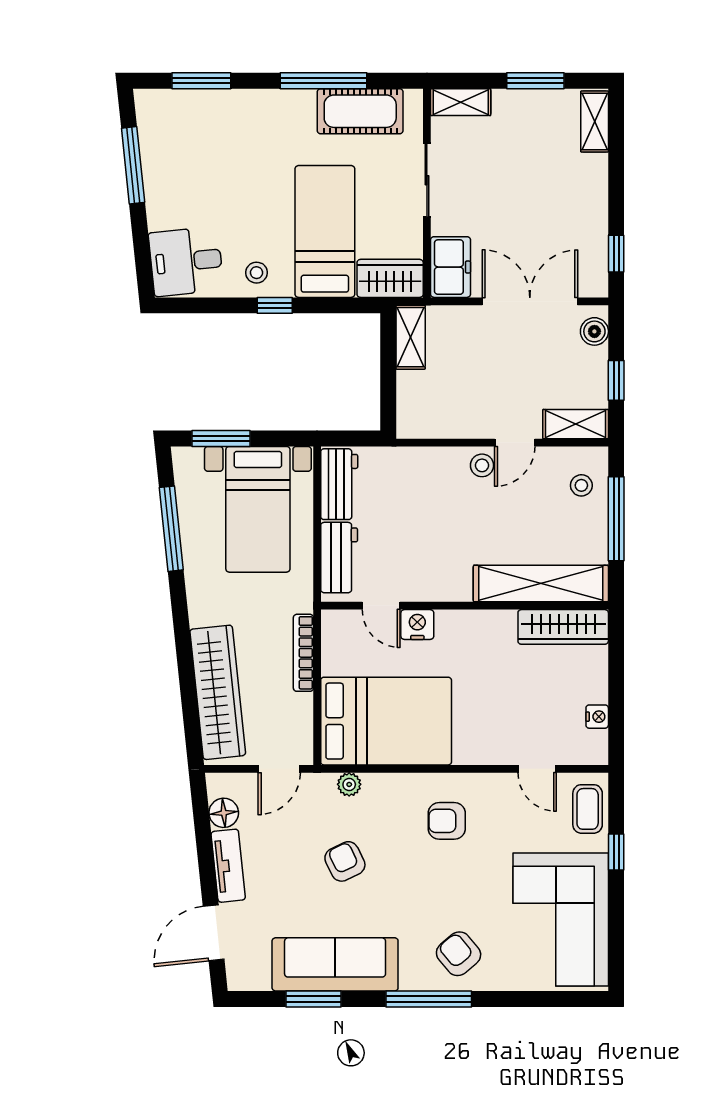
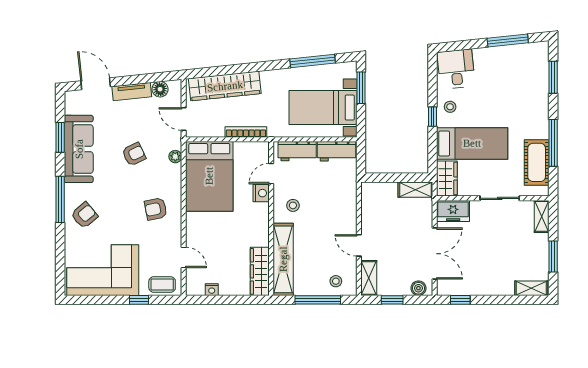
stool: (482, 465) -> (293, 205), moved
door: (537, 769) -> (184, 257), swing flipped
armchair: (447, 821) -> (156, 209), turned -101

